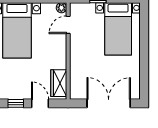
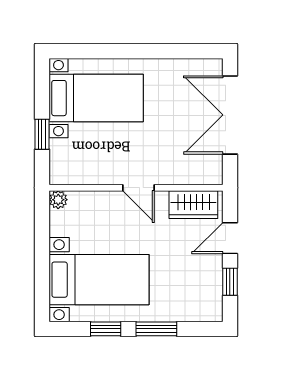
door: (68, 25) -> (138, 188), moved

